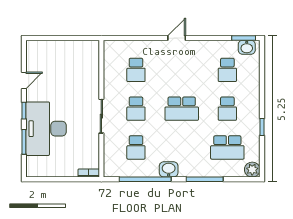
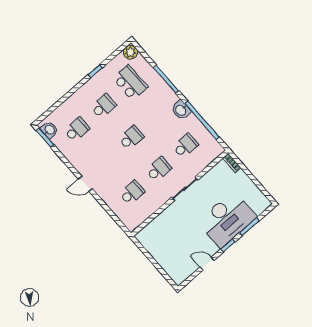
school desk: (182, 109) -> (131, 138), width x0.54

